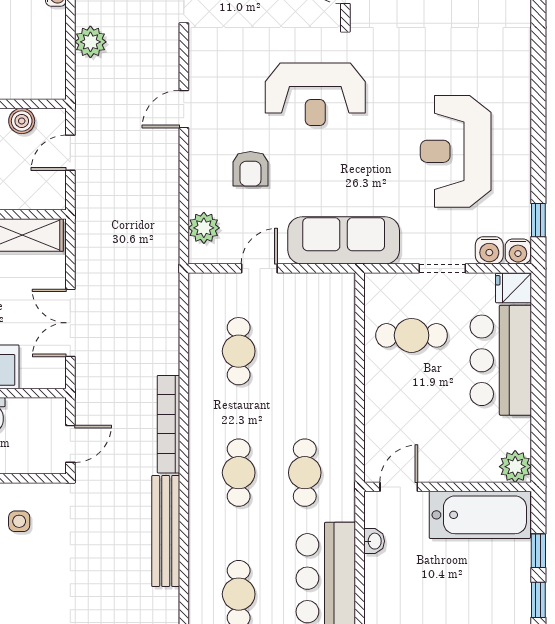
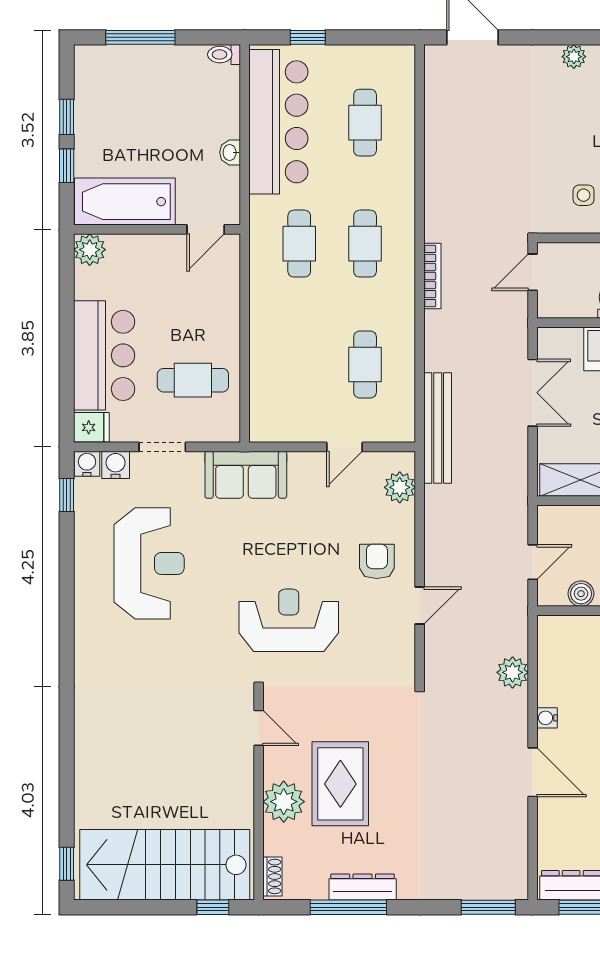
armchair: (250, 169) -> (377, 561), moved
sofa: (344, 240) -> (246, 475), width x0.73
bookcase: (168, 424) -> (432, 276), width x0.68, depth x0.76
bench: (166, 531) -> (438, 428), moved
washbasin: (374, 541) -> (230, 152), moved

